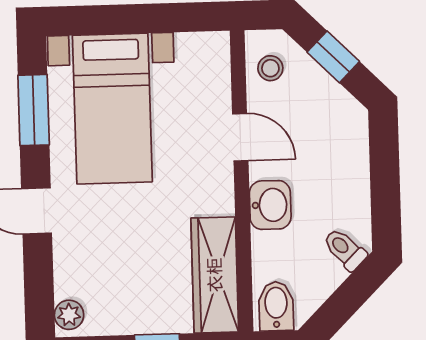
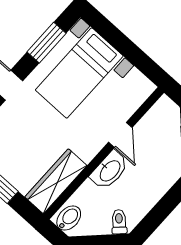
stool: (270, 68) -> (160, 118), removed
washbasin: (270, 205) -> (110, 170), width x1.38

